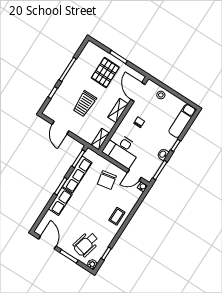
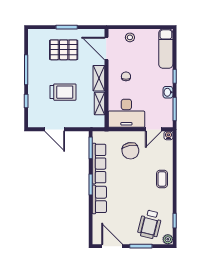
pallet: (105, 73) -> (64, 50), turned 90
trolley: (85, 104) -> (63, 92), turned -90
shelving: (100, 139) -> (99, 103), moved

